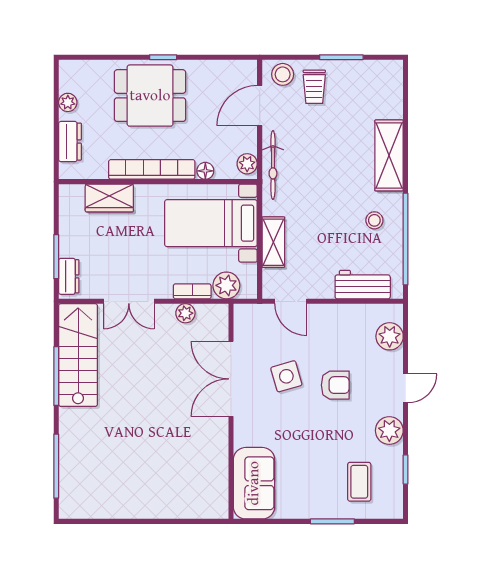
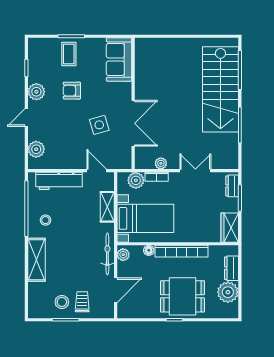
stool: (283, 74) -> (62, 302), moved
plant: (68, 102) -> (228, 292), width x1.87, depth x1.87
wardrobe: (109, 198) -> (230, 228), moved, turned -90
workbench: (363, 285) -> (59, 181), width x1.38
stairs: (78, 355) -> (220, 89), moved, width x1.36, depth x1.51
armchair: (335, 385) -> (72, 91), moved
coffee table: (359, 482) -> (69, 54), moved

